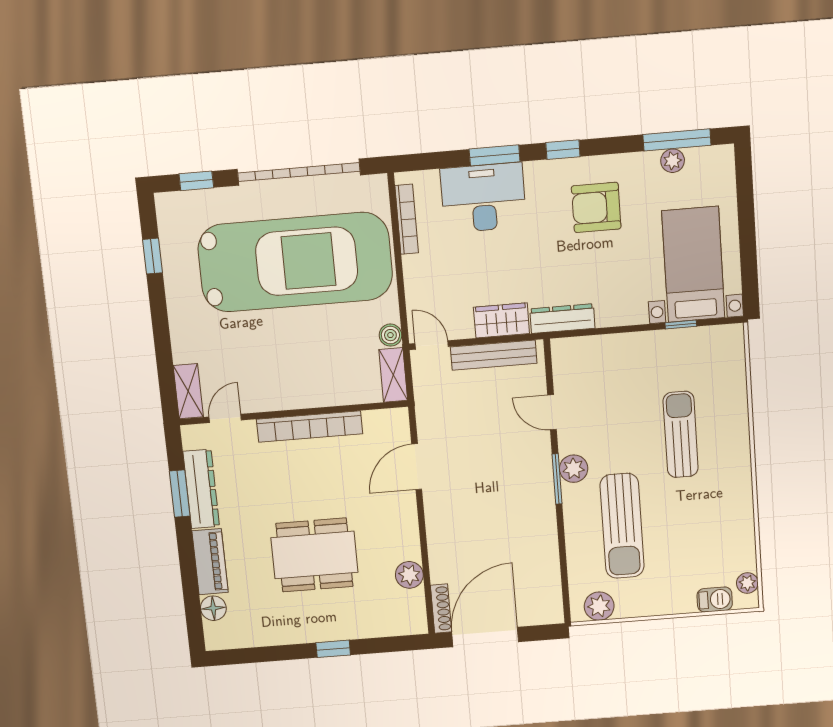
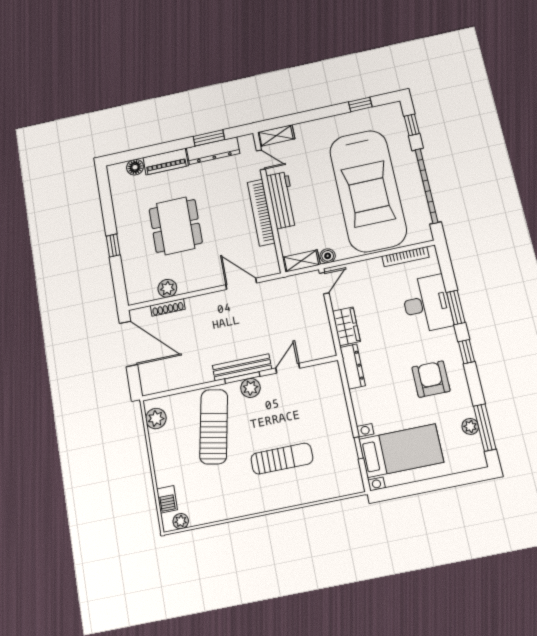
bench: (494, 355) -> (242, 367), moved, turned 90
workbench: (294, 393) -> (282, 200), added
sun lounger: (622, 526) -> (214, 427), turned 101
shoe rack: (441, 609) -> (168, 307), moved

